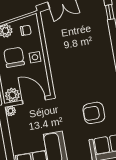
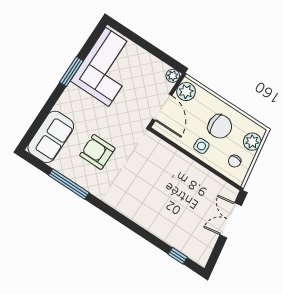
door: (34, 100) -> (162, 107), hinge flipped
armchair: (94, 113) -> (97, 152), turned -90

